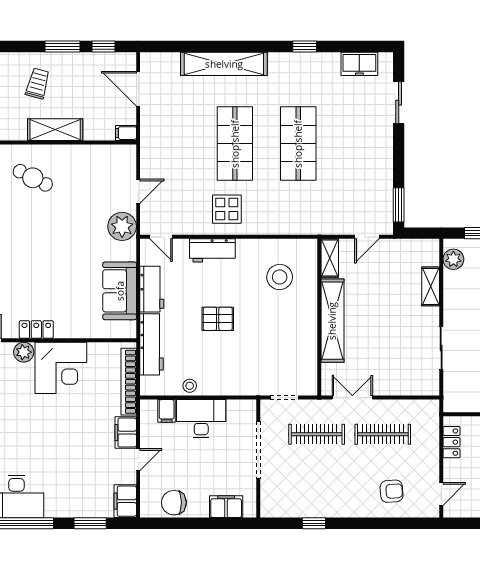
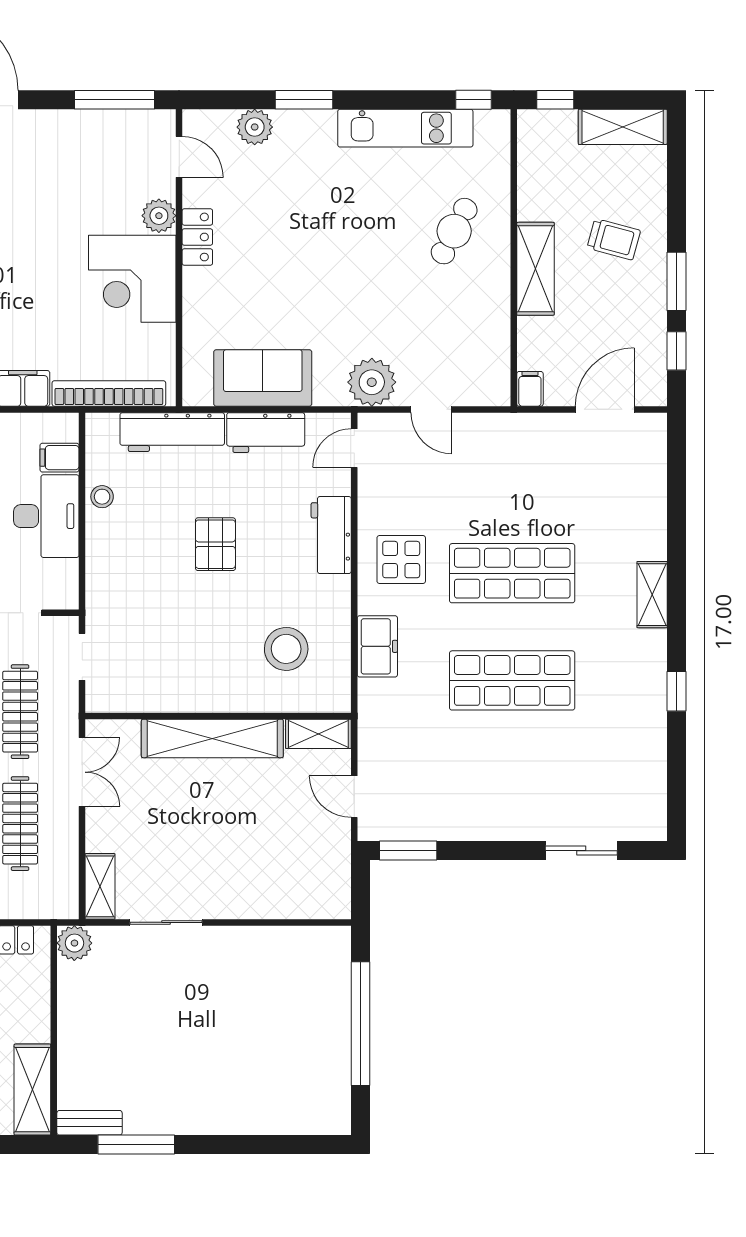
shelving: (224, 64) -> (652, 595), width x0.45, depth x0.75
freezer: (359, 64) -> (377, 646), moved, turned 180
plant: (453, 259) -> (74, 943), moved
shelving: (431, 286) -> (100, 886), moved, turned 90

